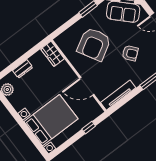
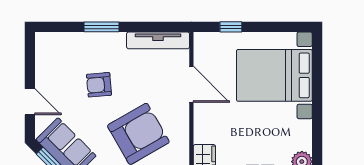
armchair: (130, 53) -> (99, 85), turned -56

